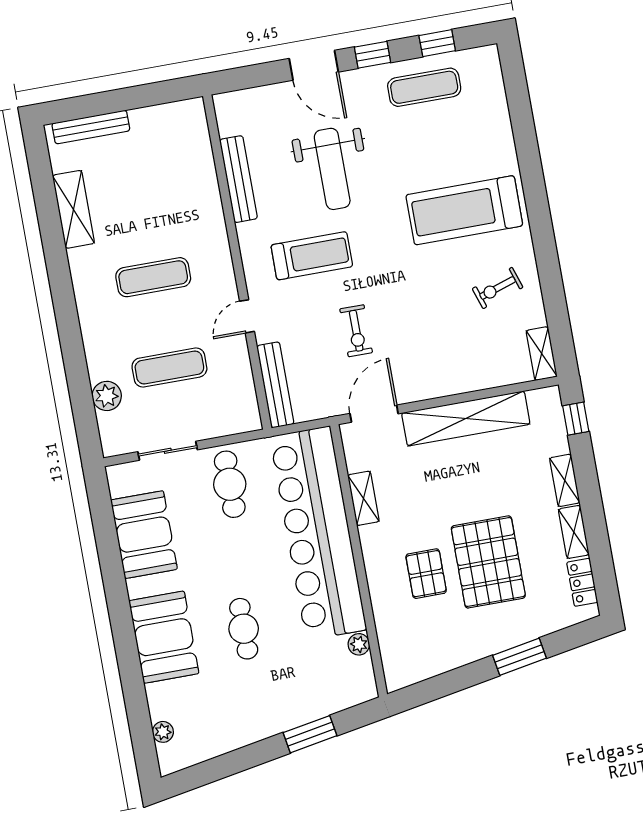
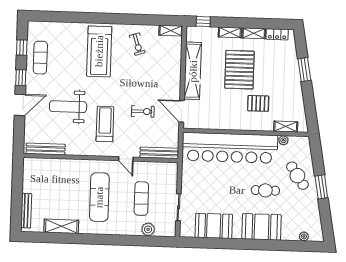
weight bench: (332, 169) -> (68, 107), turned 180
bench: (238, 179) -> (46, 149), moved
exercise mat: (153, 277) -> (99, 197), width x1.36, depth x1.45
cafe table: (230, 484) -> (297, 176), moved, turned 56
shelving: (363, 498) -> (286, 126), moved
pallet: (488, 562) -> (239, 70), moved, turned 90
window: (310, 734) -> (321, 187), moved

